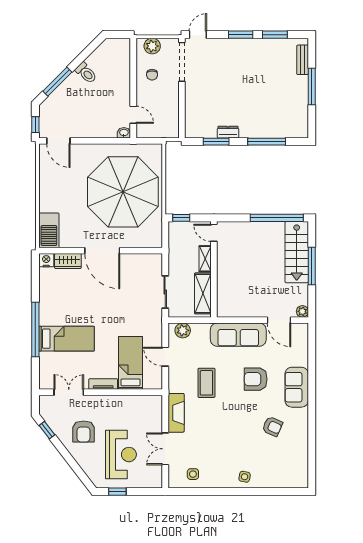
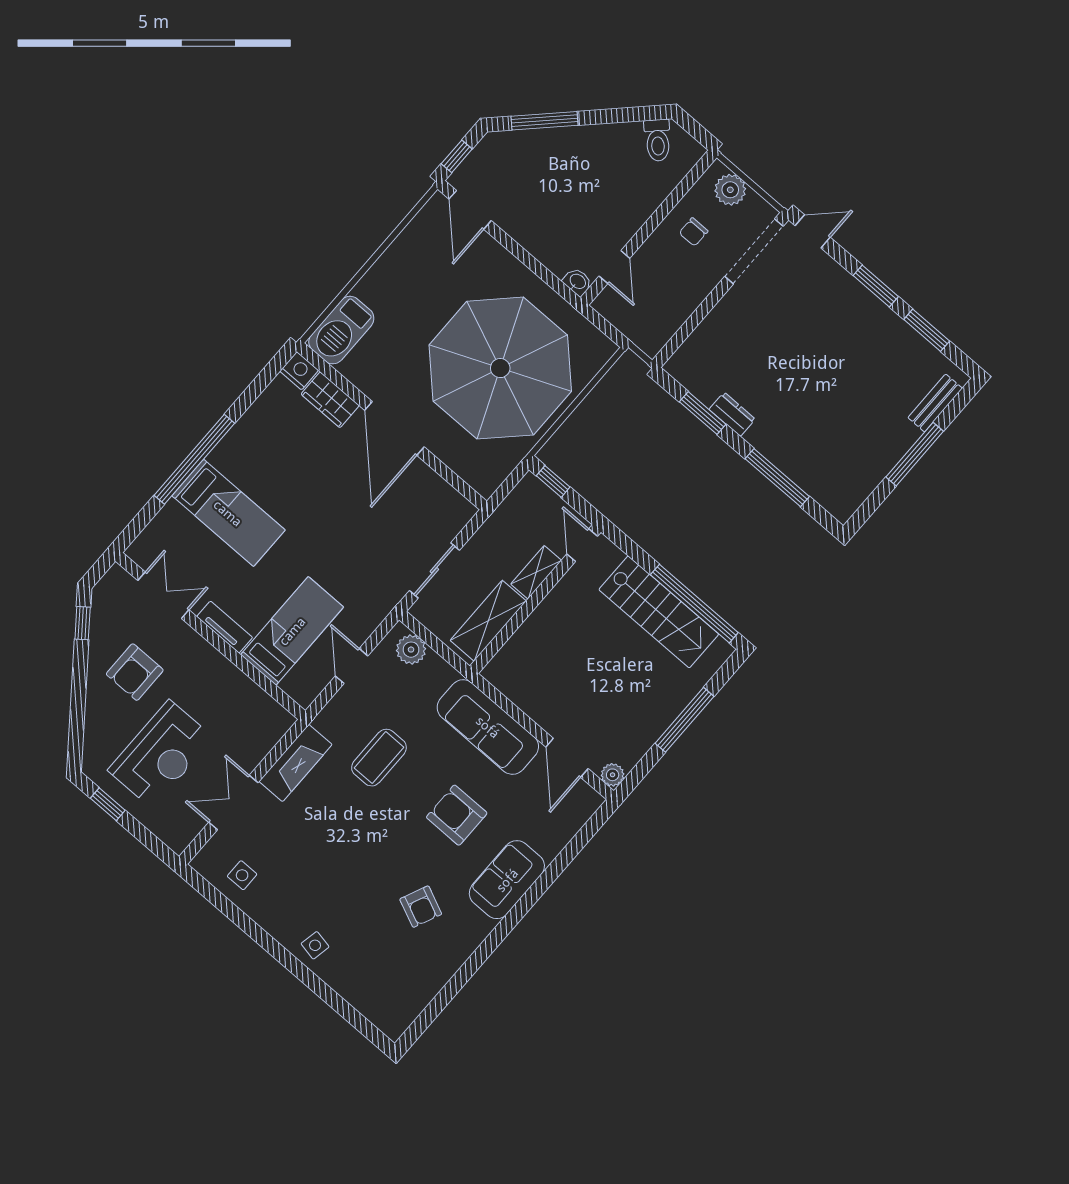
toilet: (86, 73) -> (658, 140), moved
stairs: (297, 252) -> (659, 612), moved, turned -90

